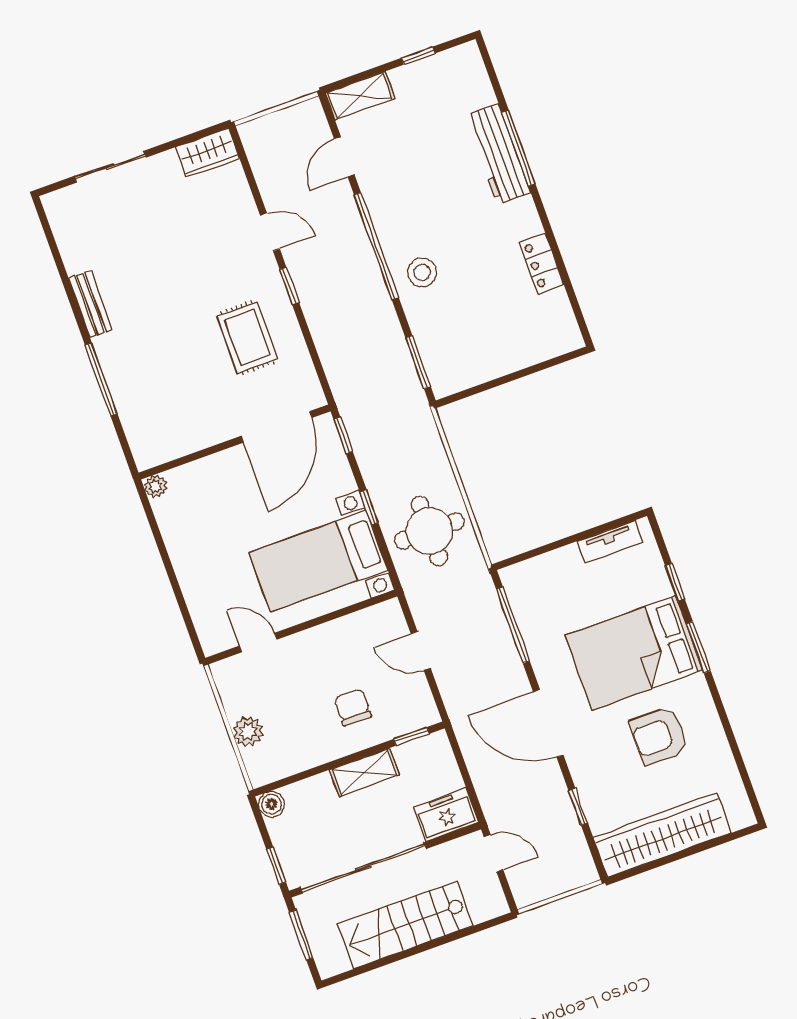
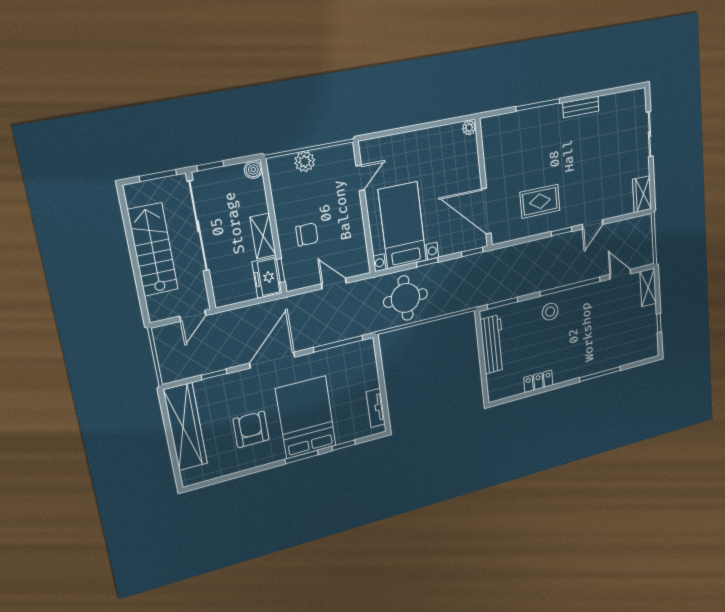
workbench: (498, 154) -> (493, 344), moved, turned 90
door: (421, 651) -> (334, 284), hinge flipped
freezer: (446, 815) -> (267, 277), moved, turned 180

